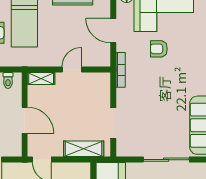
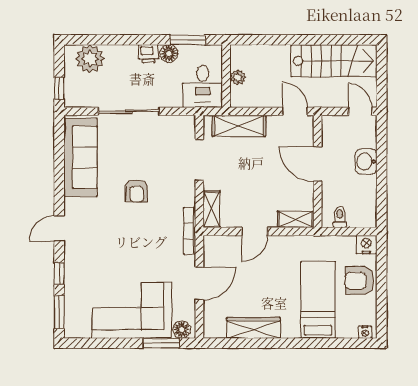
door: (113, 31) -> (199, 283), hinge flipped
armchair: (159, 49) -> (137, 191), moved, turned 90
shelving: (104, 86) -> (212, 209), added

